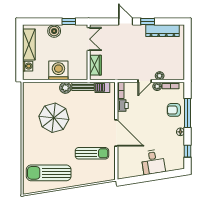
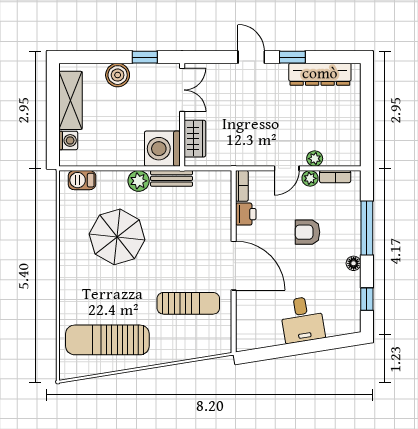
washing machine: (58, 70) -> (162, 149), moved, turned -90
barbecue: (102, 87) -> (82, 180), moved
armchair: (174, 110) -> (308, 232), moved

